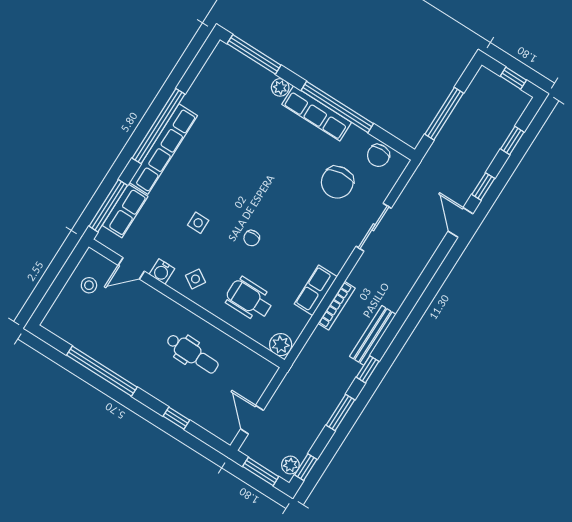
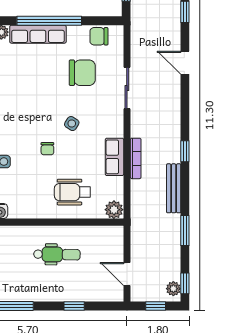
chair: (378, 155) -> (99, 36), turned 90
chair: (337, 182) -> (82, 73), turned -84
door: (460, 222) -> (185, 63), moved
side table: (195, 279) -> (72, 124), moved
bench: (373, 335) -> (174, 188), moved
window: (368, 369) -> (185, 151), moved
window: (261, 471) -> (156, 306), width x0.67

